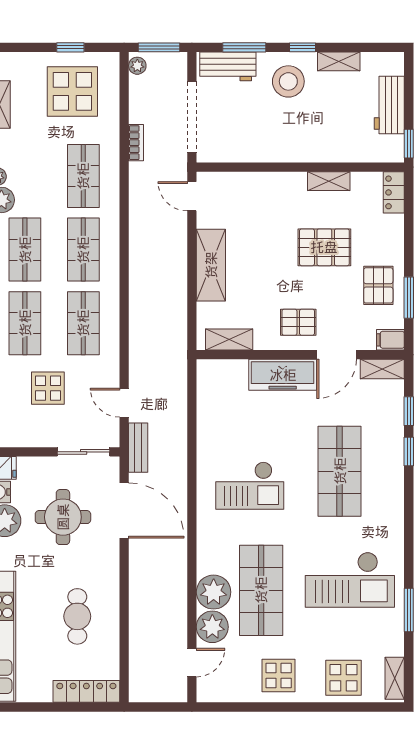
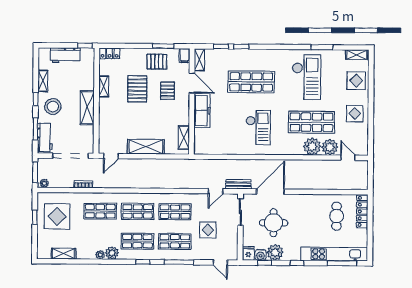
shelving: (286, 149) -> (87, 108), added
pallet: (298, 322) -> (167, 91), moved
cafe table: (77, 616) -> (337, 216), moved, turned 90

